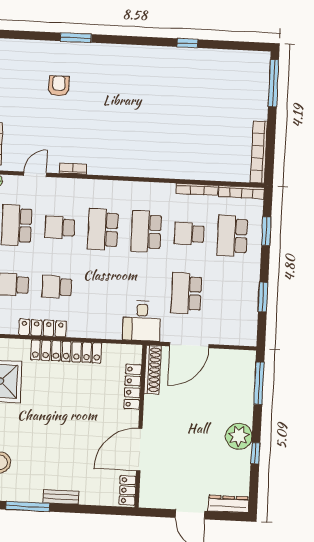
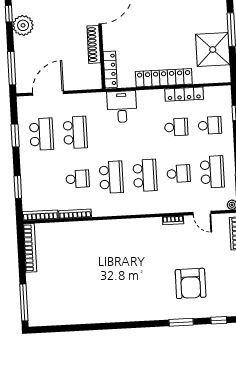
window: (188, 43) -> (219, 320), moved
armchair: (59, 86) -> (191, 283), width x1.88, depth x1.88
door: (35, 174) -> (202, 213), hinge flipped
school desk: (232, 236) -> (41, 134), moved
desk: (142, 321) -> (122, 107), moved
door: (189, 345) -> (48, 93), moved
shoe rack: (153, 370) -> (94, 44), moved
locker: (133, 387) -> (110, 69), moved

